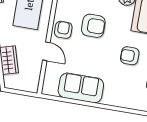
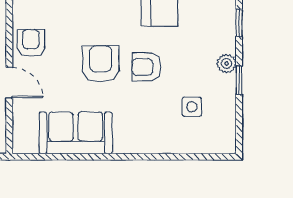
armchair: (93, 26) -> (101, 64), moved, turned -90

